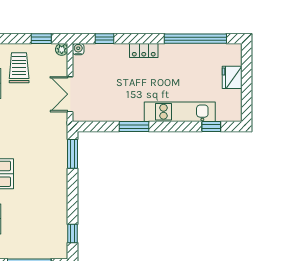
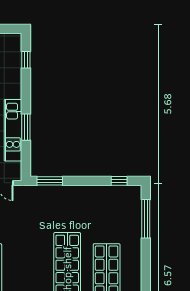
kitchen unit: (180, 112) -> (13, 130), moved

